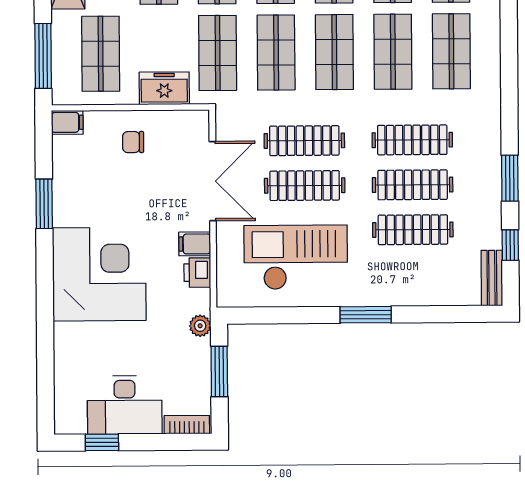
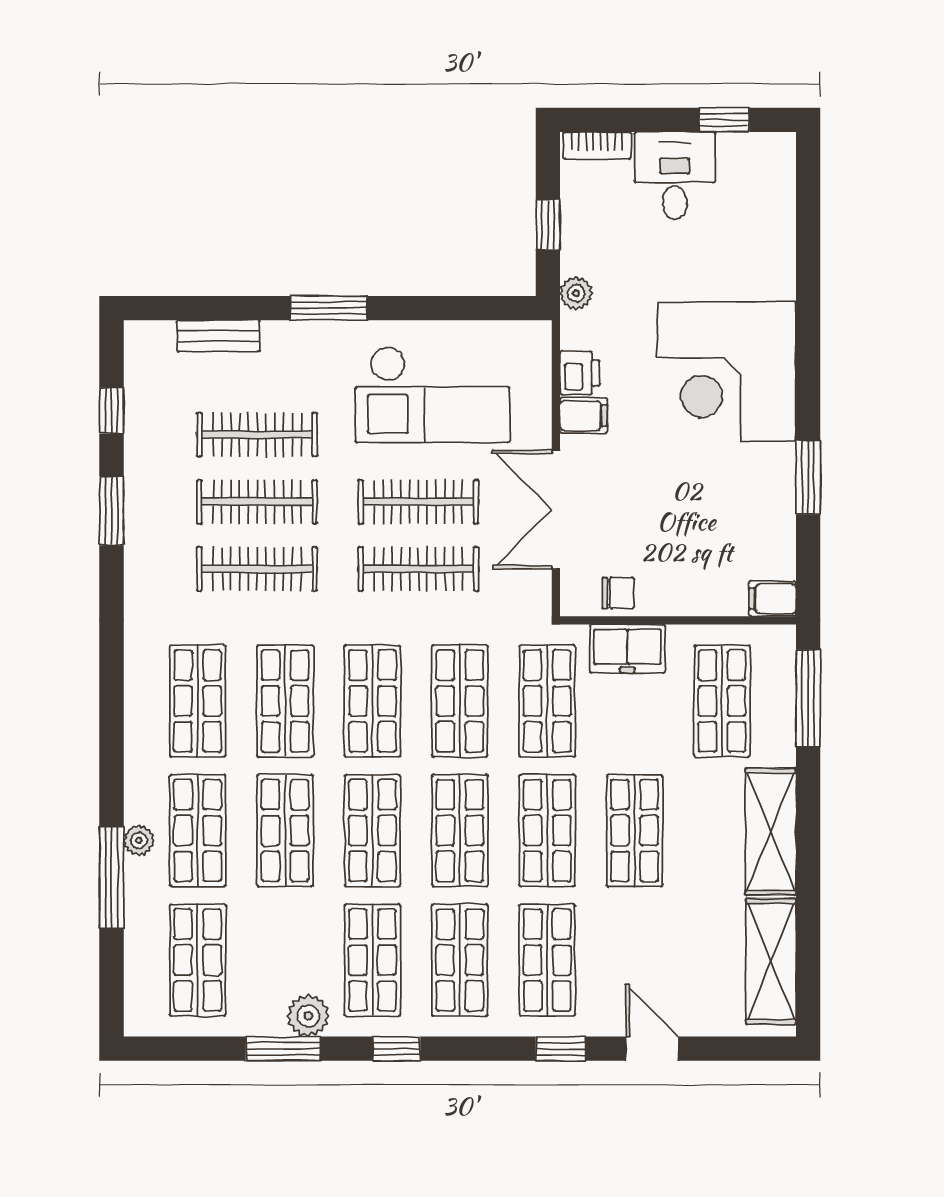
chair: (133, 142) -> (618, 593), moved
bench: (492, 278) -> (218, 336), moved, turned 90
window: (219, 372) -> (548, 225), width x0.67
desk: (125, 405) -> (675, 176), width x0.73

